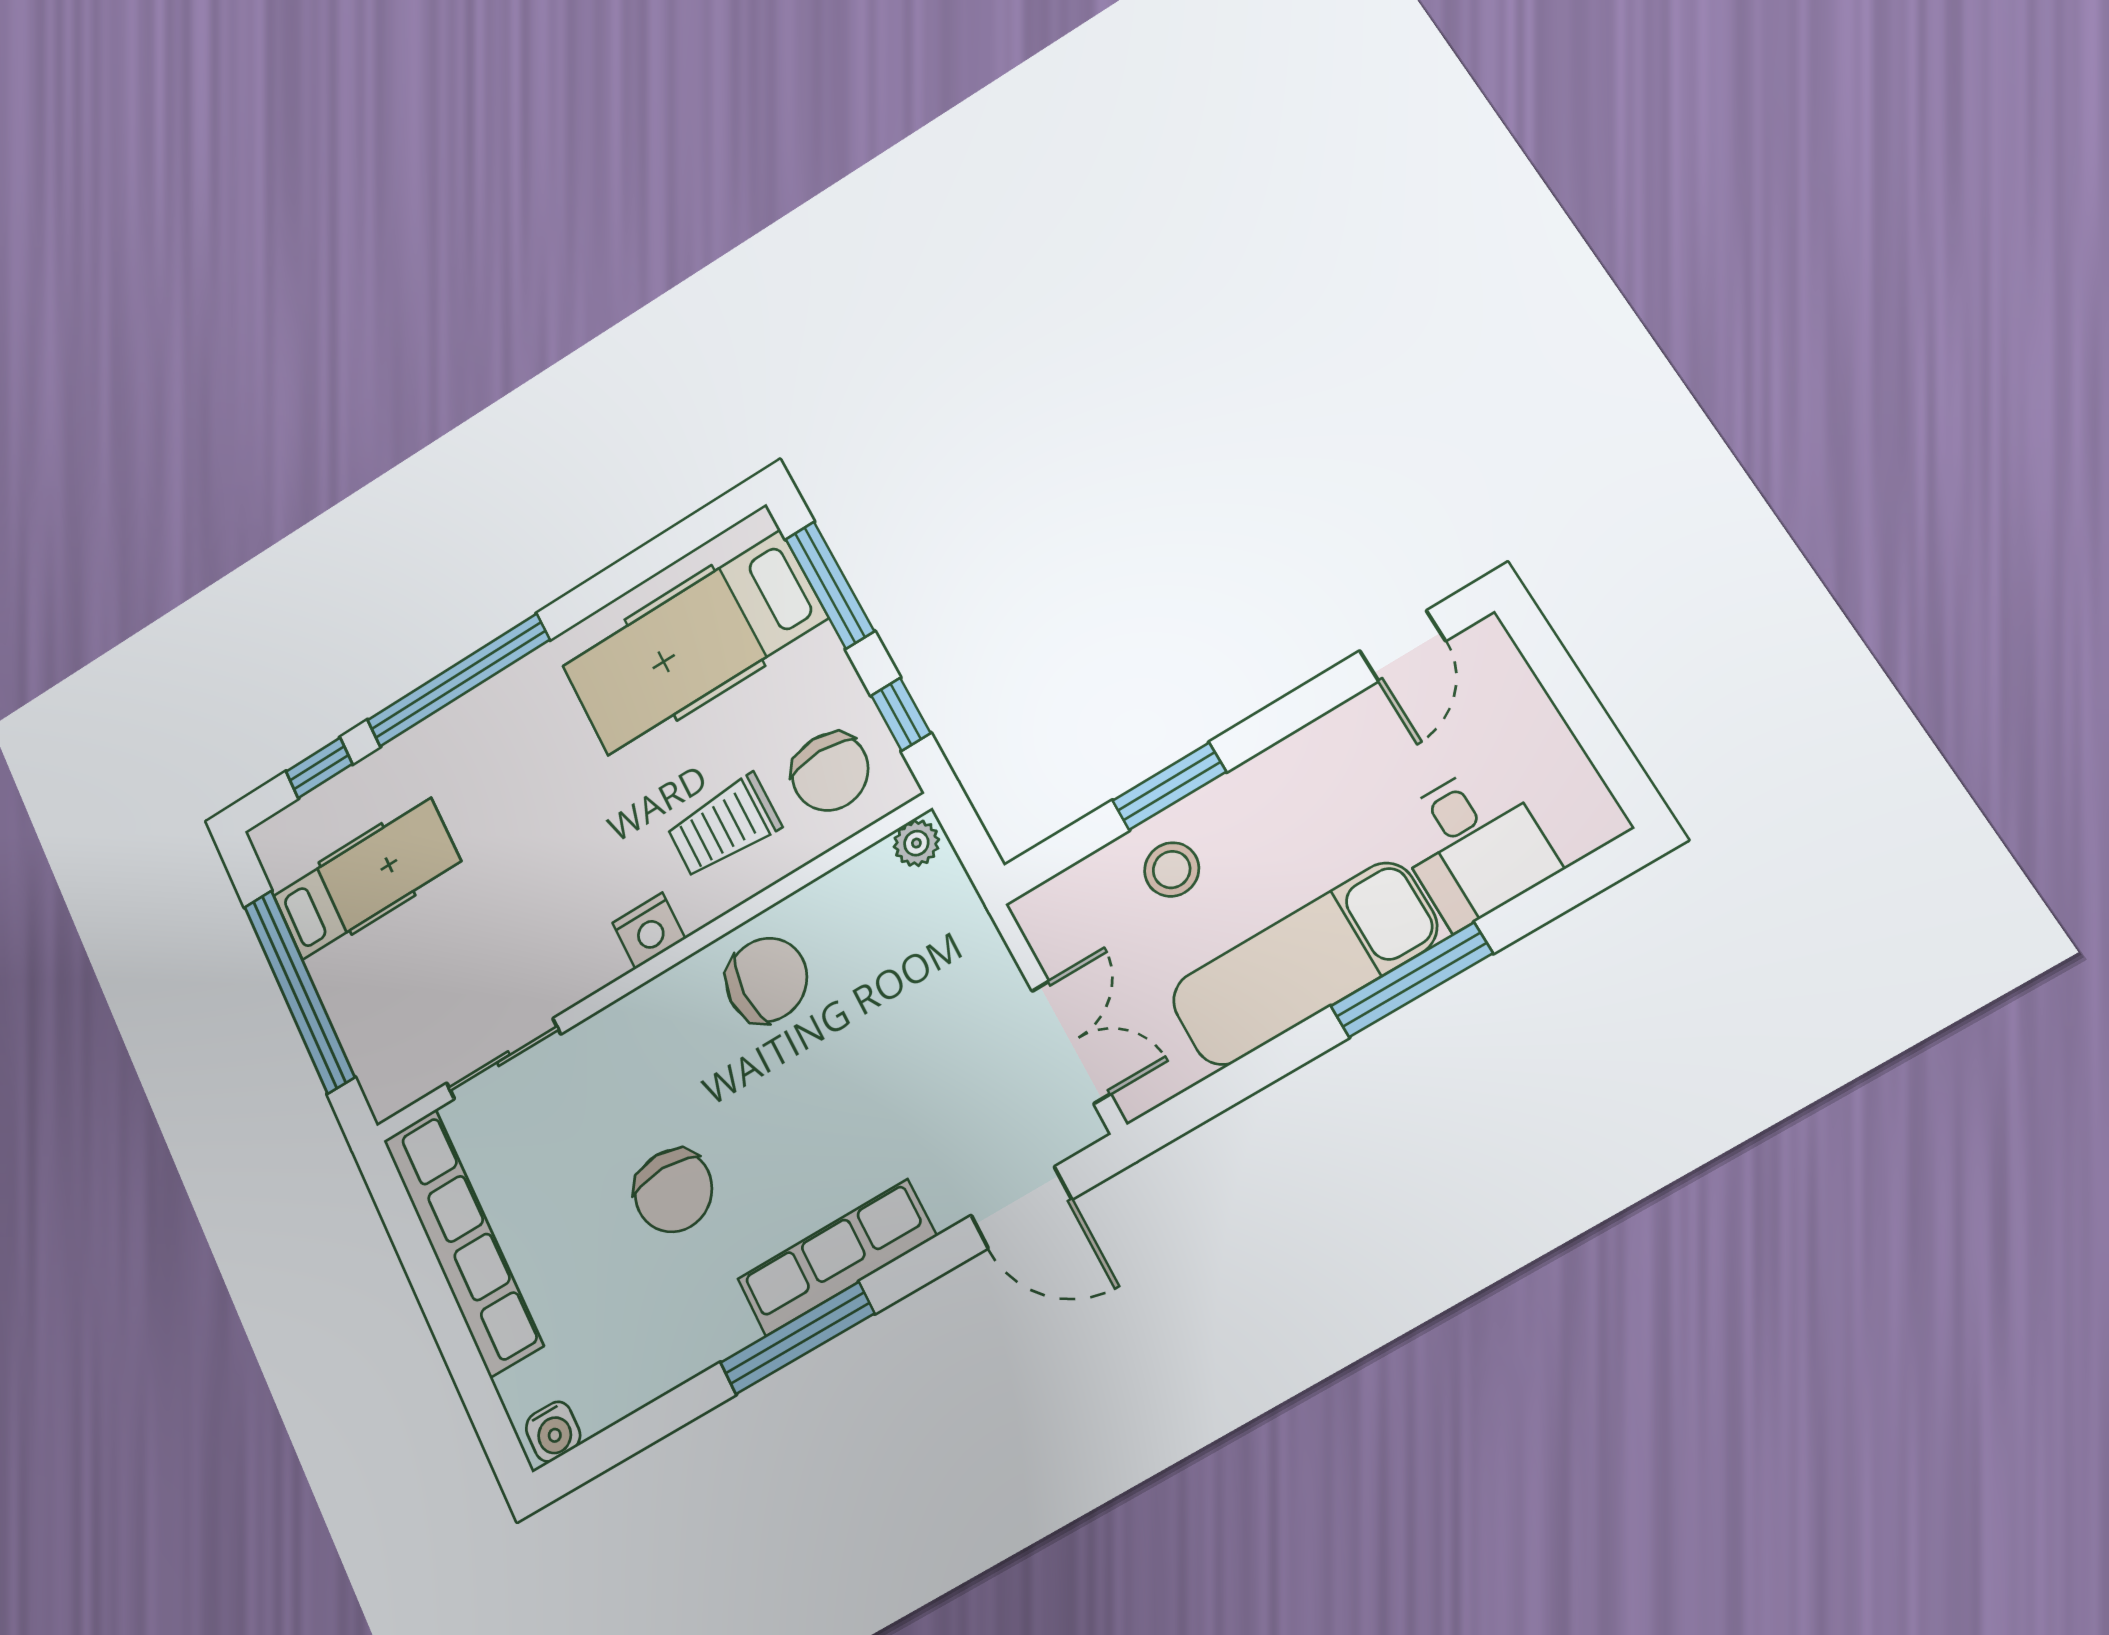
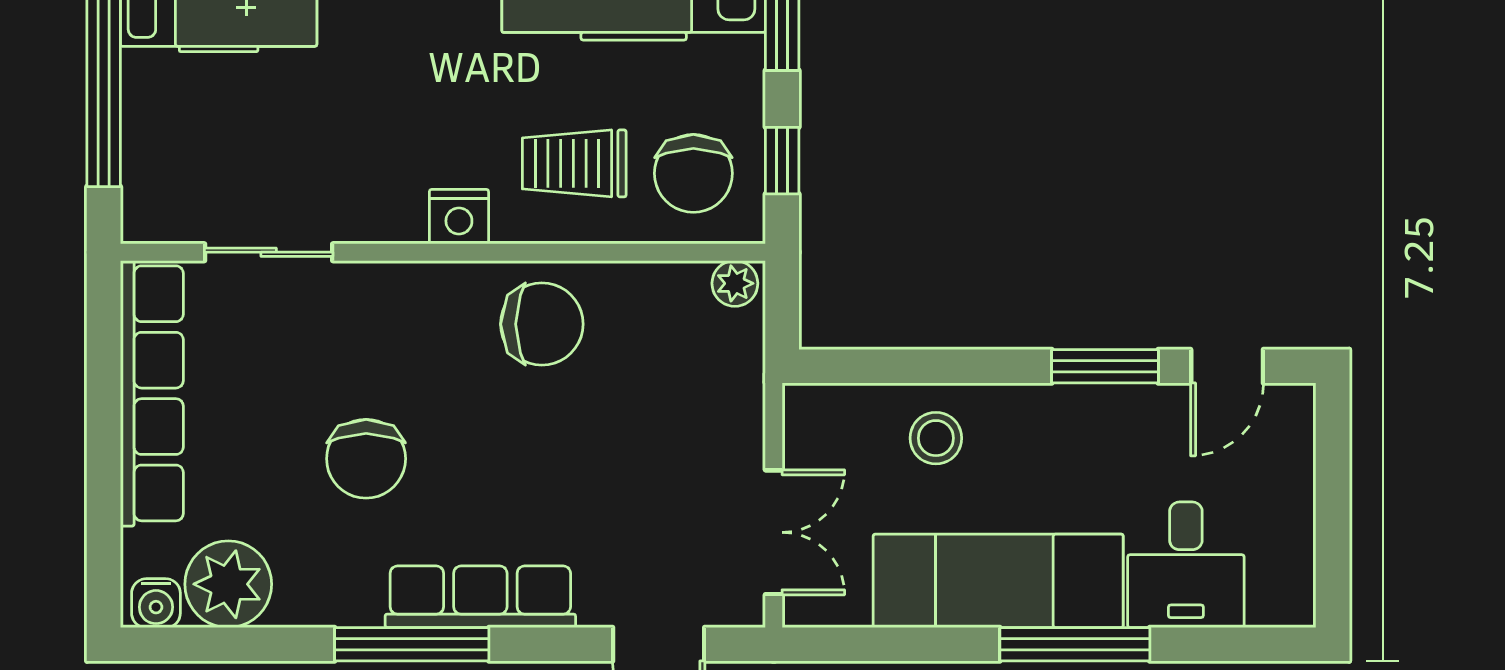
window: (1169, 786) -> (1105, 366), moved
plant: (608, 1377) -> (228, 584), added

